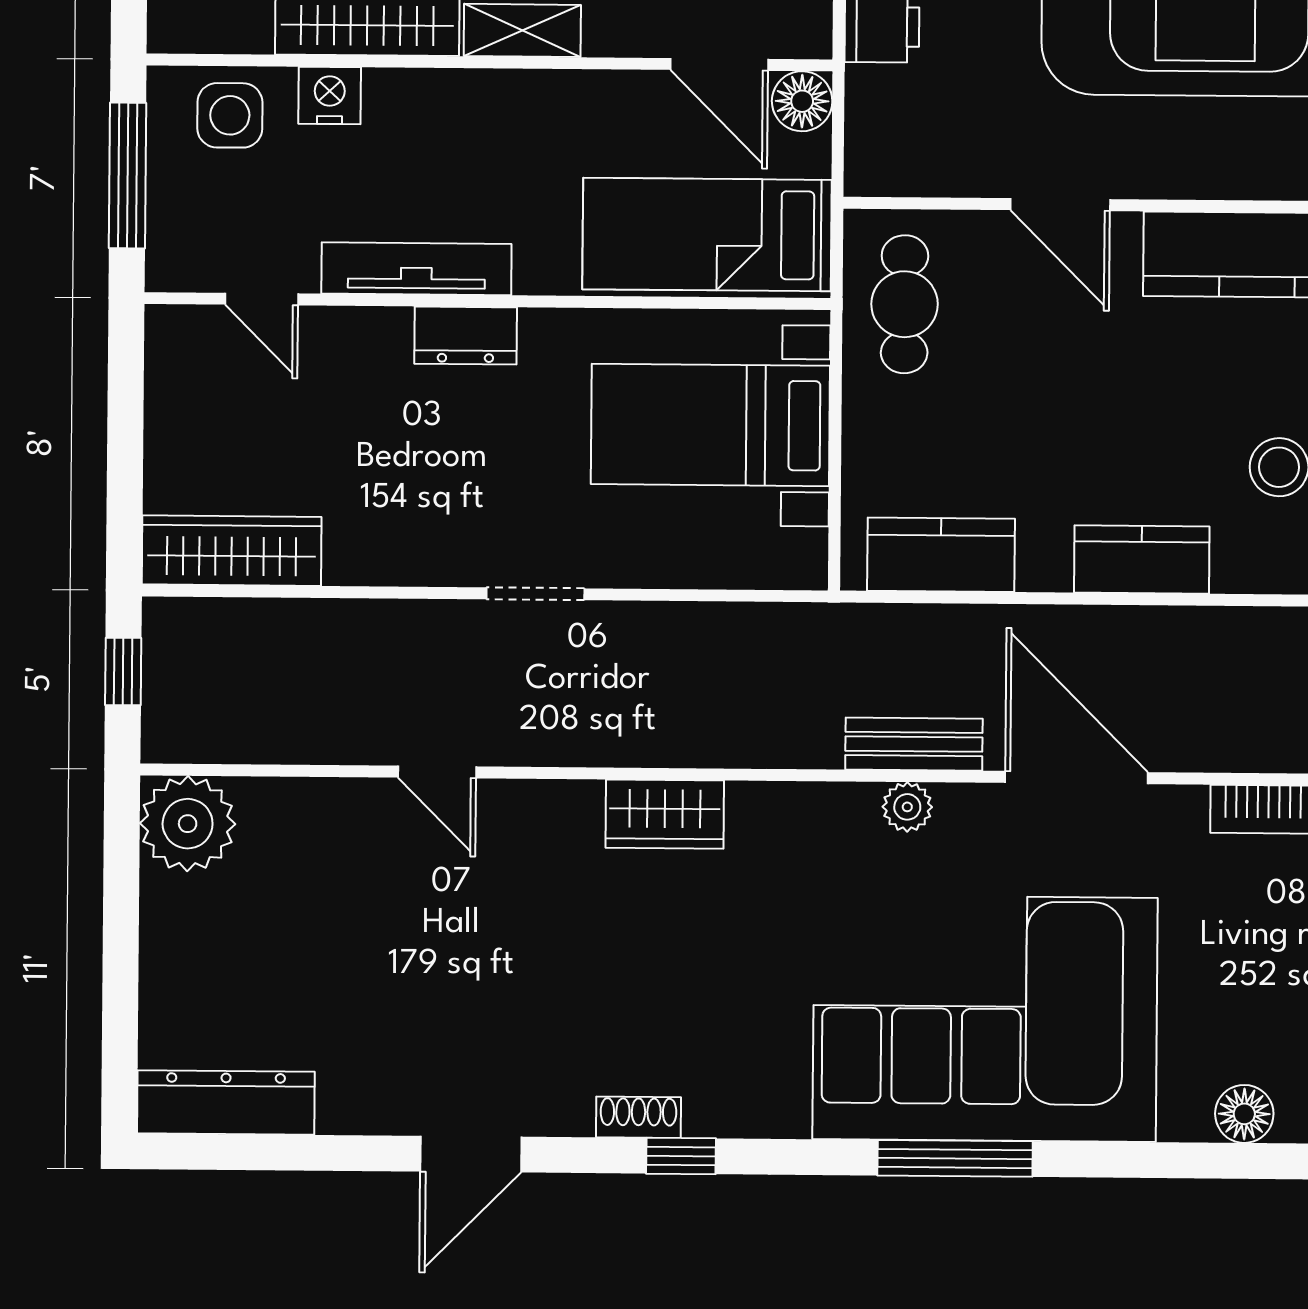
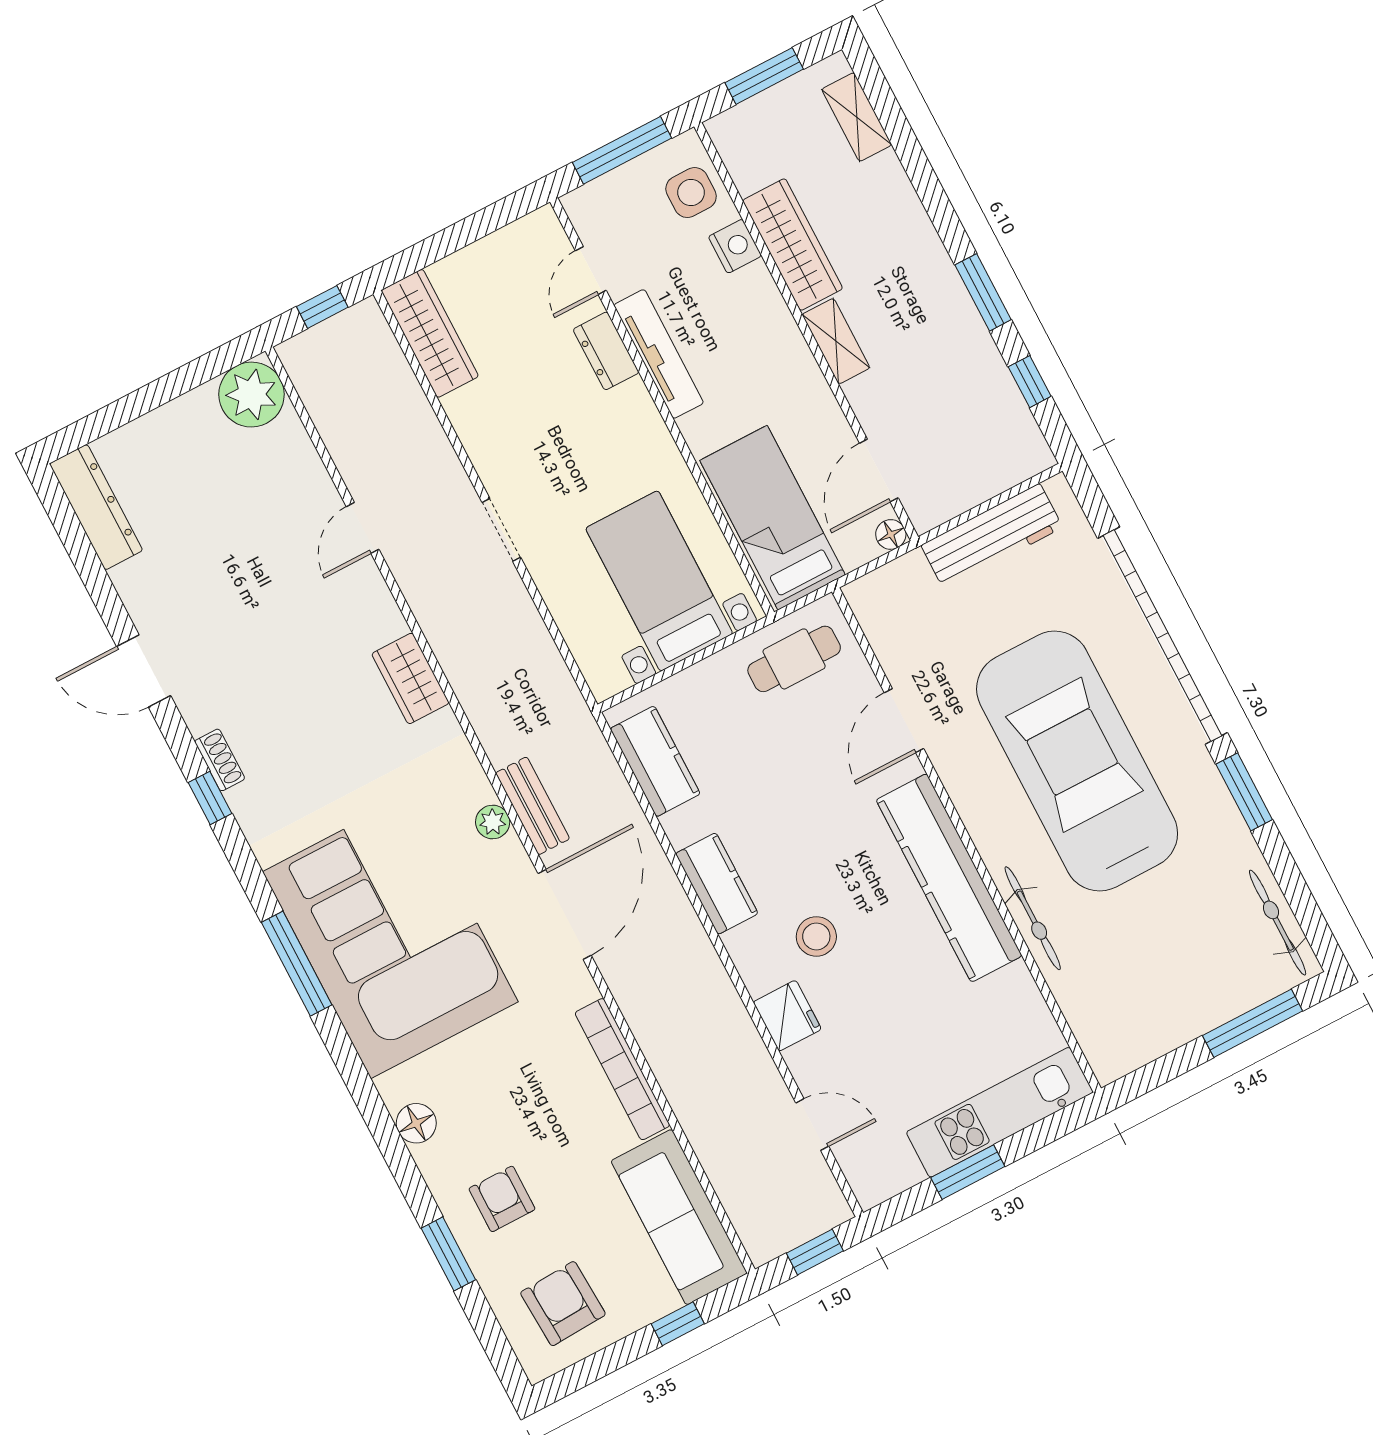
floor lamp: (802, 101) -> (891, 534), width x0.73, depth x0.73
dresser: (466, 336) -> (606, 351), moved

